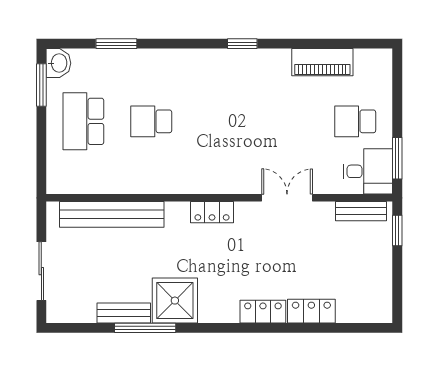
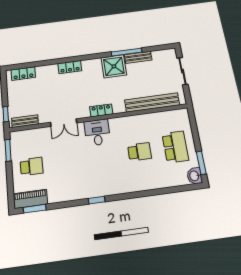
window: (116, 44) -> (35, 209), moved
piano: (322, 62) -> (30, 199), moved
desk: (368, 171) -> (97, 132), moved, turned 90
locker: (311, 311) -> (23, 74), moved

